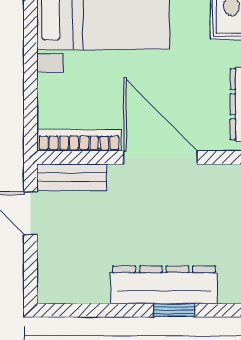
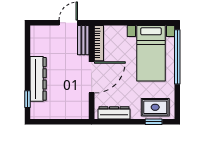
window: (174, 310) -> (27, 99), moved

